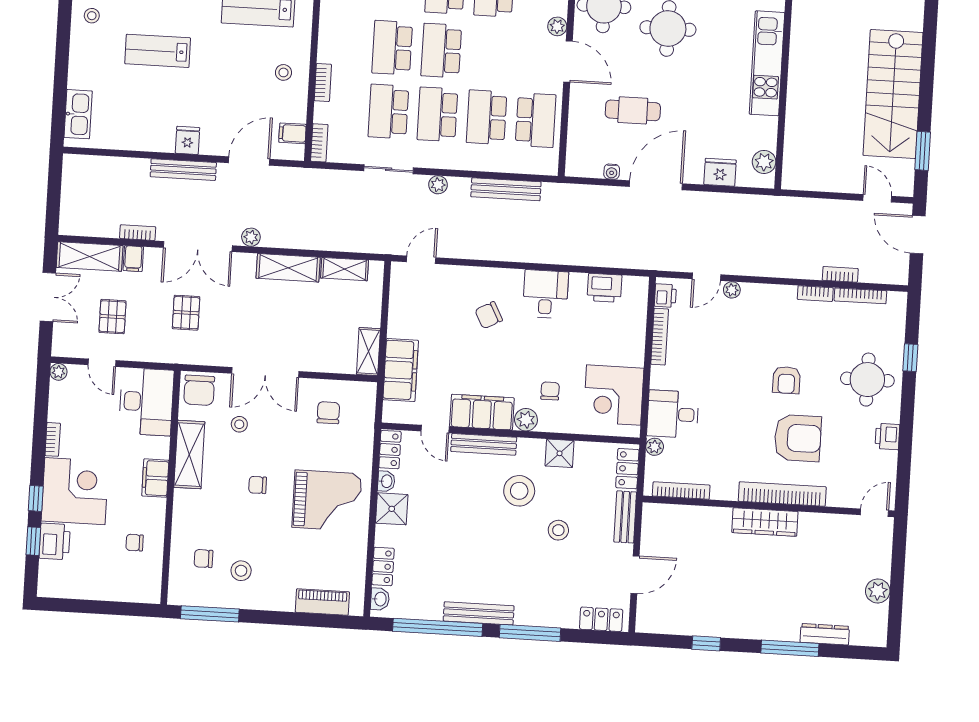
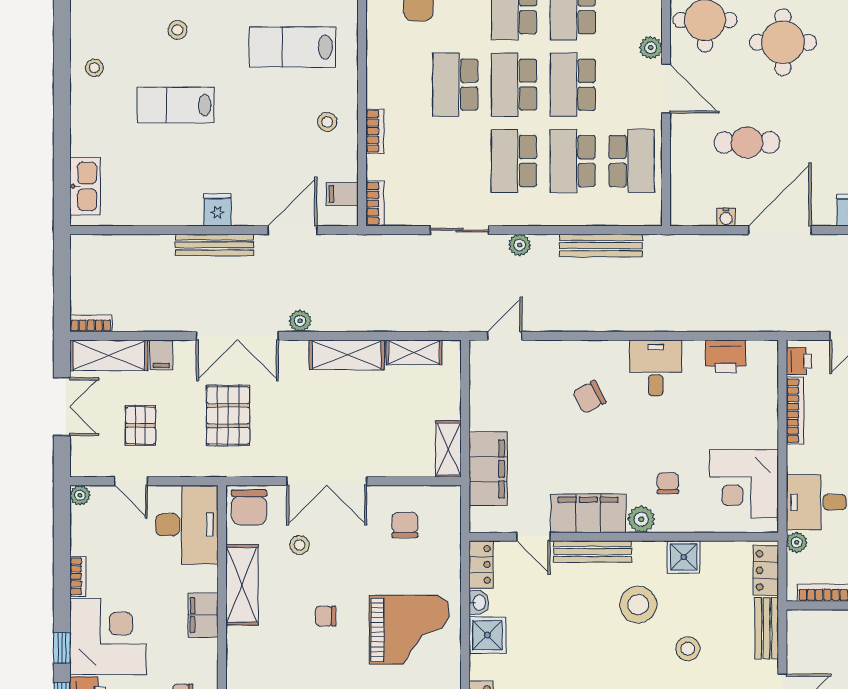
school desk: (388, 111) -> (573, 85), moved
bookcase: (138, 233) -> (91, 323), moved
pallet: (186, 313) -> (228, 416), width x1.50, depth x1.42

